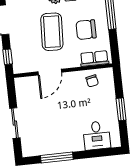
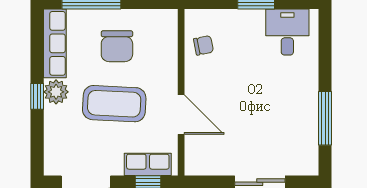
row of seats: (94, 59) -> (148, 164), moved, turned 90
desk: (97, 135) -> (287, 32), moved, turned -90

